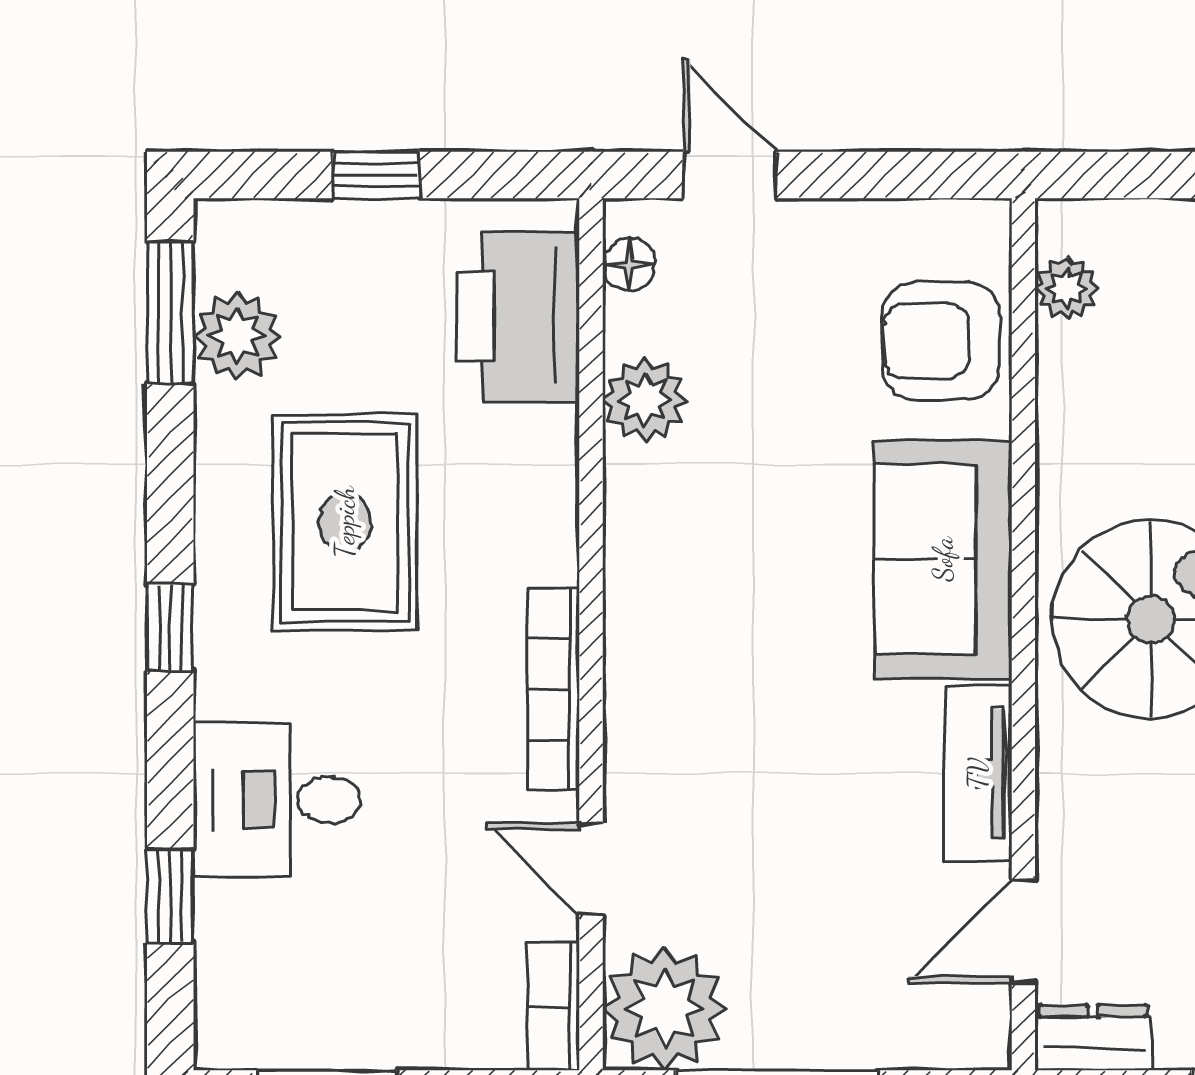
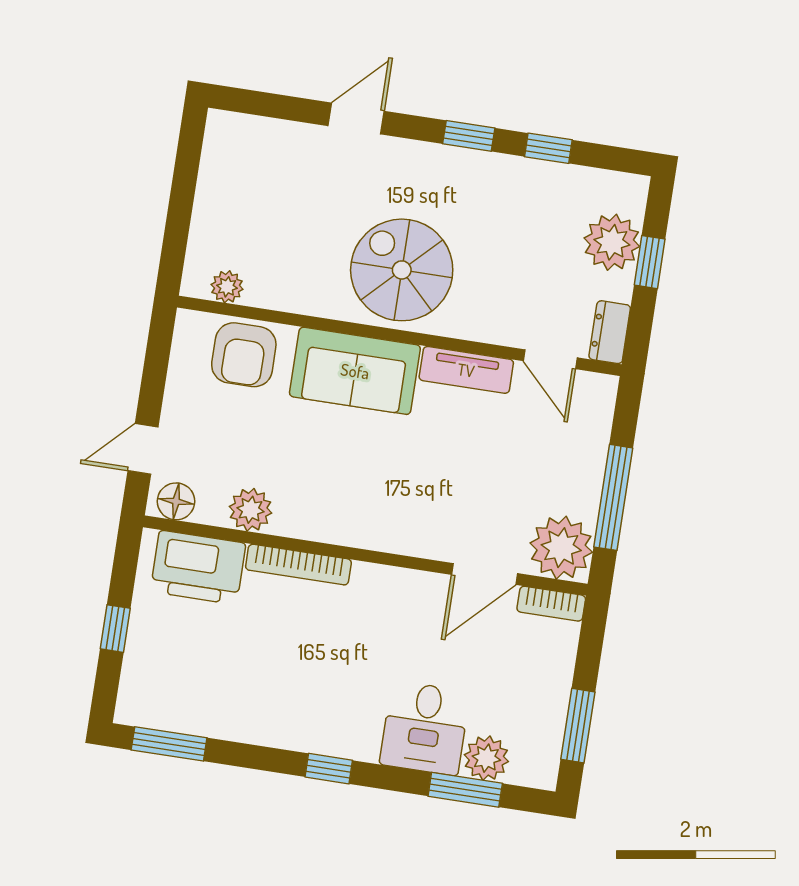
floor lamp: (629, 264) -> (176, 501), width x1.37, depth x1.37
plant: (237, 336) -> (486, 758), moved
rug: (345, 522) -> (289, 672), removed
bookcase: (554, 690) -> (298, 565), moved
door: (591, 869) -> (484, 574), width x1.38
window: (170, 896) -> (465, 790), width x1.50

